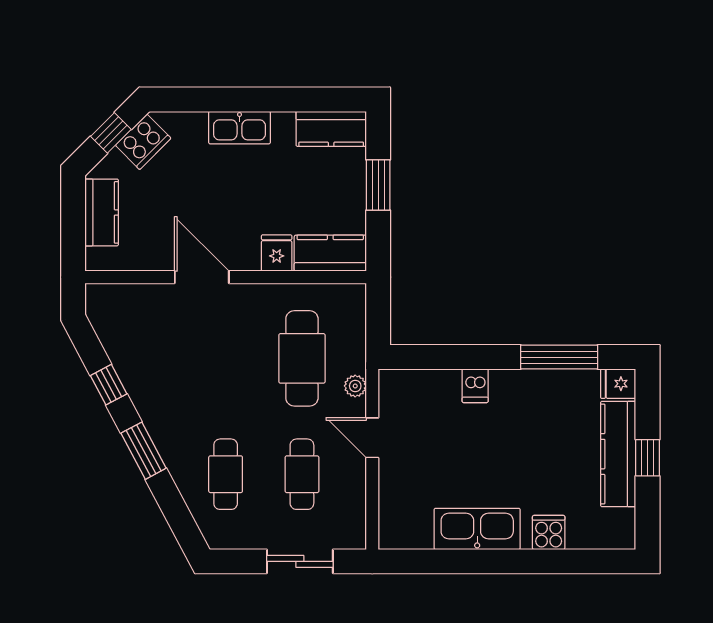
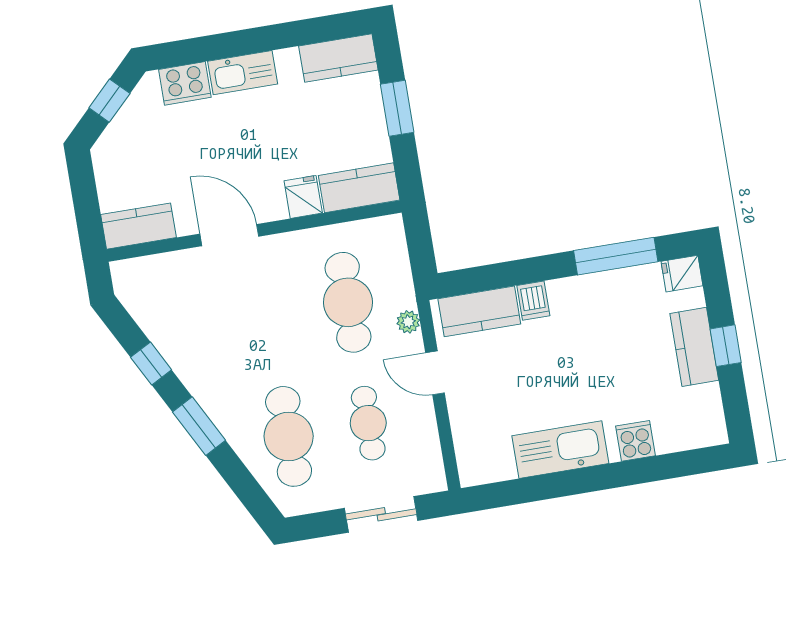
cooker: (143, 142) -> (185, 83), moved, turned 45
kitchen counter: (102, 212) -> (138, 226), moved, turned -90
kitchen counter: (423, 387) -> (479, 311), added
kitchen counter: (618, 454) -> (694, 347), width x0.67
cafe table: (226, 474) -> (289, 436), width x1.37, depth x1.35

